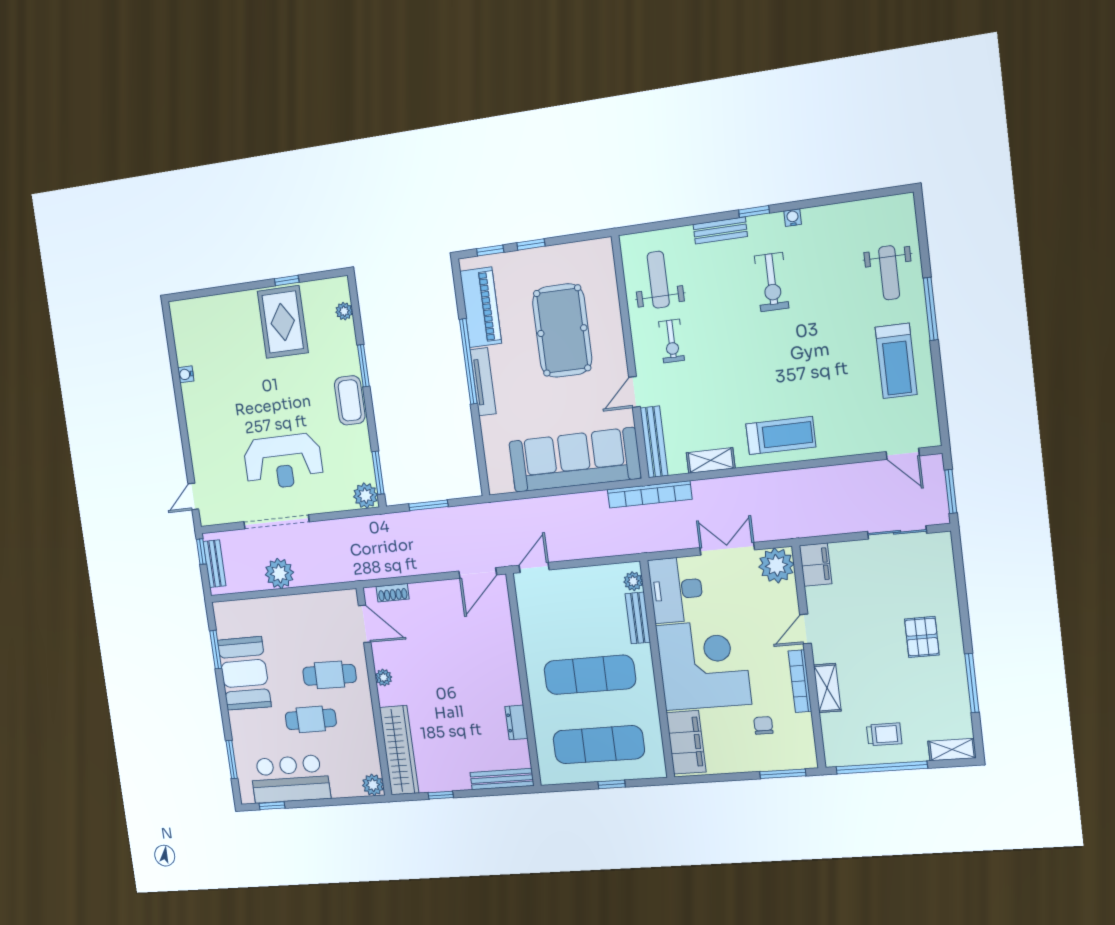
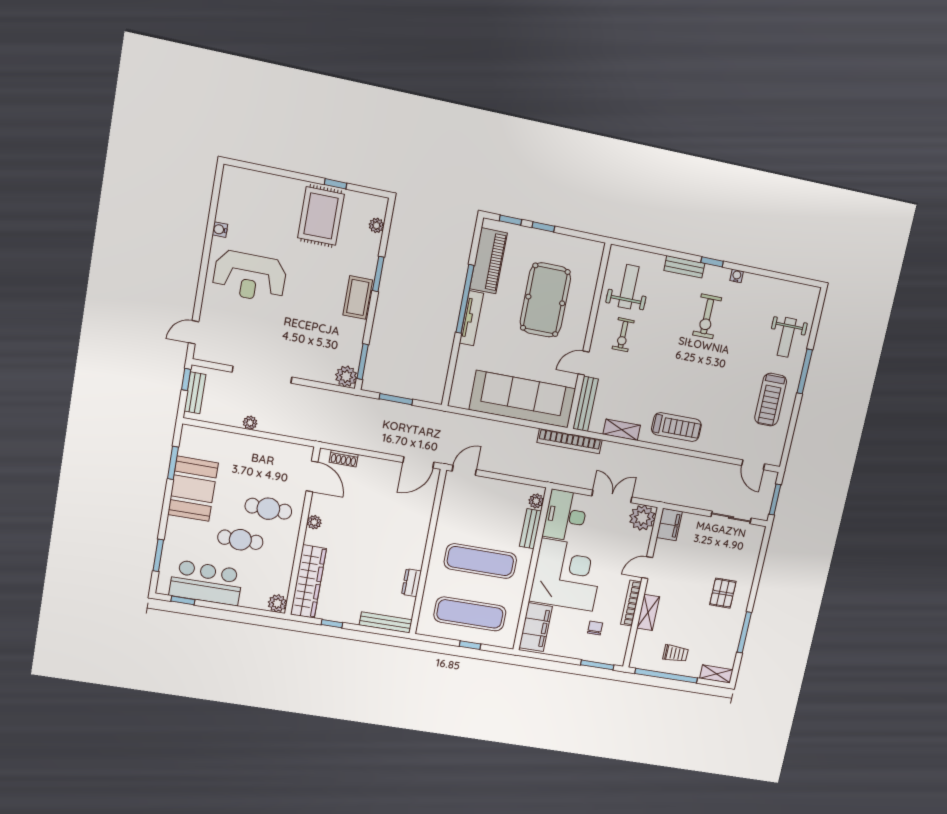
reception desk: (283, 462) -> (250, 276), moved
plant: (279, 573) -> (250, 423), width x0.53, depth x0.53

